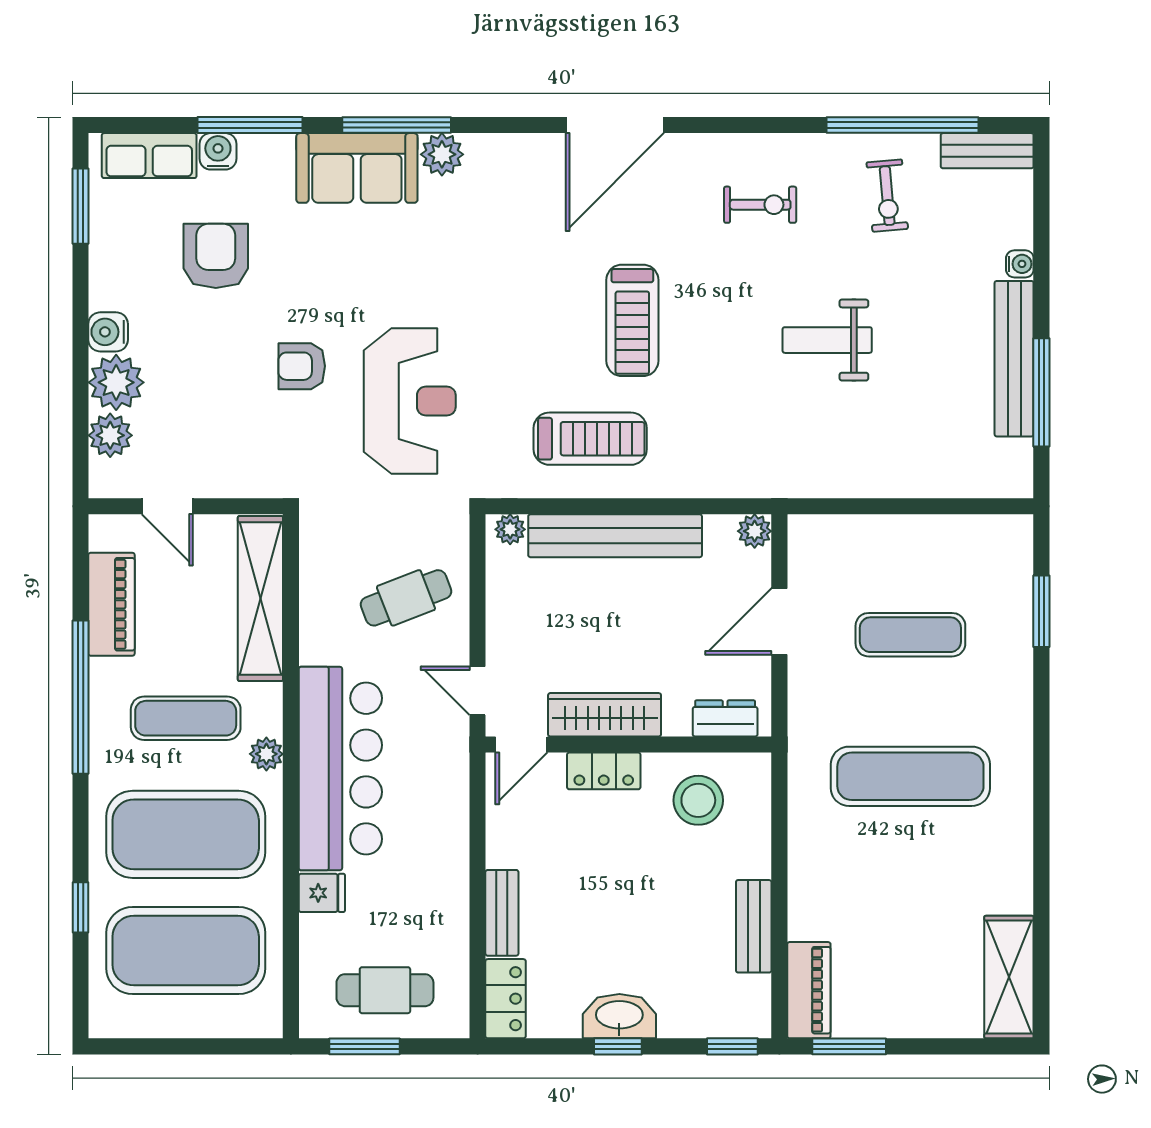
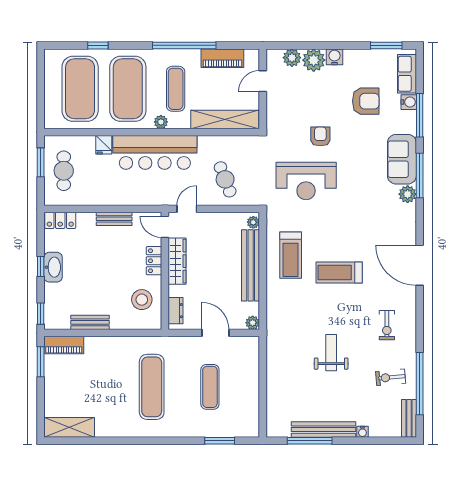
bench: (502, 913) -> (114, 219), moved

